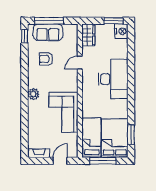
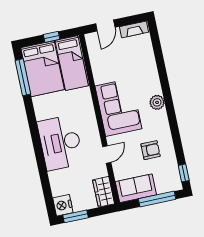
sofa: (48, 32) -> (136, 188), moved
corner sofa: (63, 112) -> (118, 107), moved
window: (131, 135) -> (23, 77), width x1.44
window: (103, 161) -> (52, 37), width x0.46

